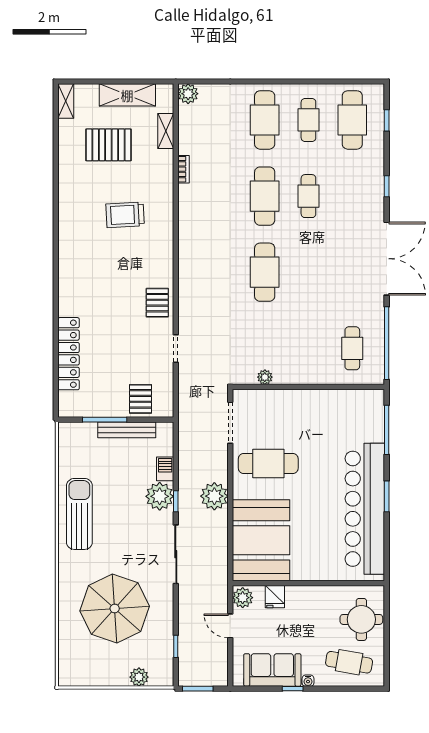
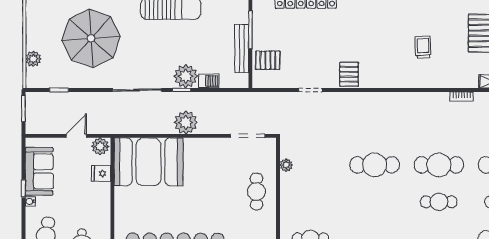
trolley: (125, 215) -> (423, 47), width x0.73, depth x0.72
pallet: (157, 303) -> (349, 74), turned 90
cafe table: (268, 463) -> (256, 192), moved, width x0.73, depth x0.74

